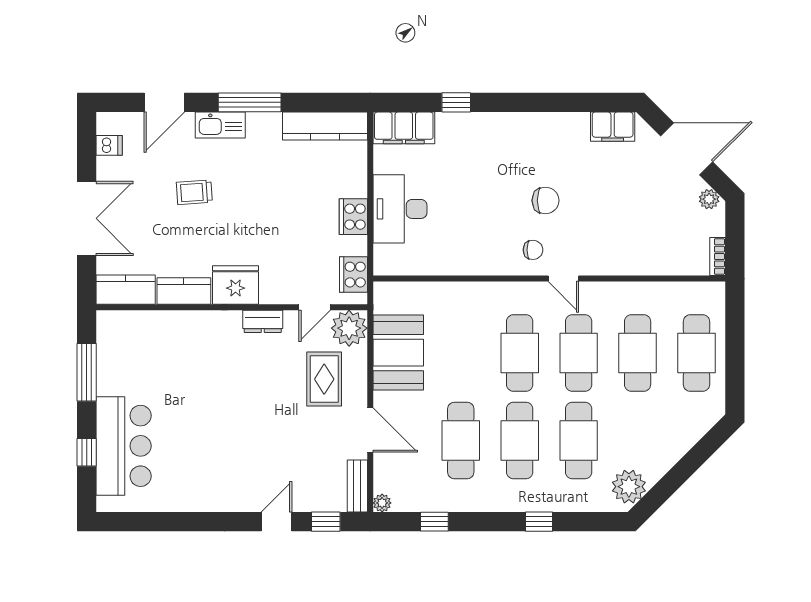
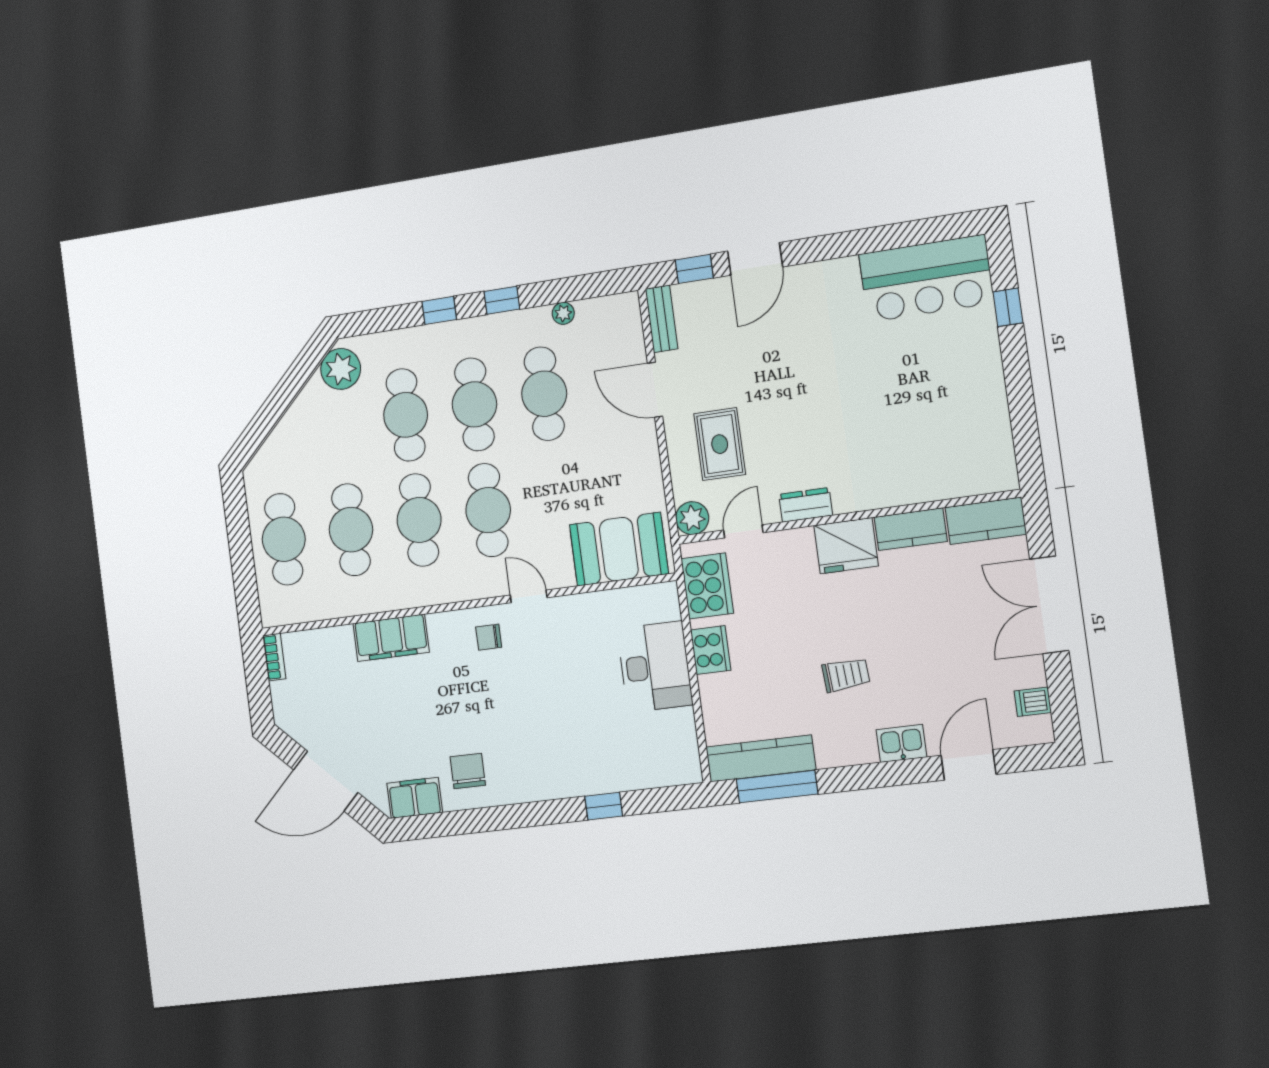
window: (250, 102) -> (777, 787), moved
kitchen sink: (220, 125) -> (901, 743), width x0.73
filing cabinet: (404, 128) -> (391, 638), moved, turned 180
trolley: (194, 192) -> (846, 675), moved
plant: (709, 199) -> (293, 724), removed
chair: (546, 200) -> (468, 771), moved, turned 90
cooker: (353, 275) -> (707, 586), width x1.37, depth x1.31
door: (563, 279) -> (529, 596), moved
plant: (349, 328) -> (692, 518), width x0.73, depth x0.73
booth: (398, 353) -> (619, 549), moved, turned 90
window: (87, 372) -> (1022, 409), removed
bar counter: (124, 446) -> (926, 279), moved, turned -90
plant: (382, 503) -> (563, 313), moved
door: (276, 522) -> (755, 259), width x1.38
window: (434, 522) -> (502, 300), moved

